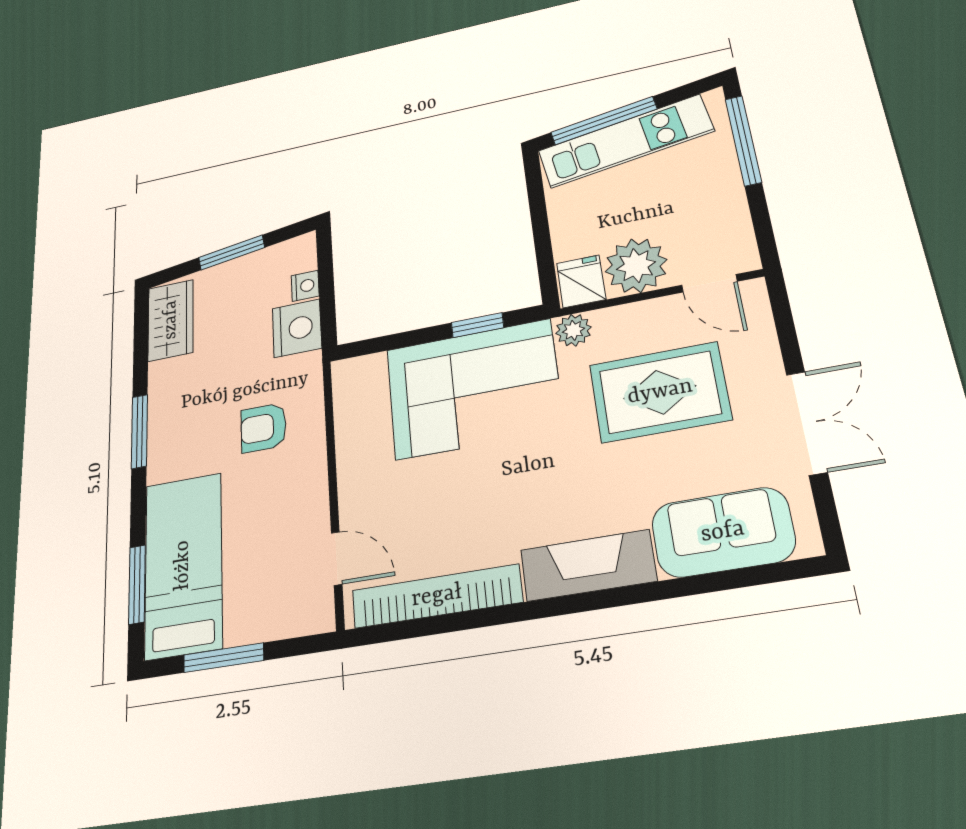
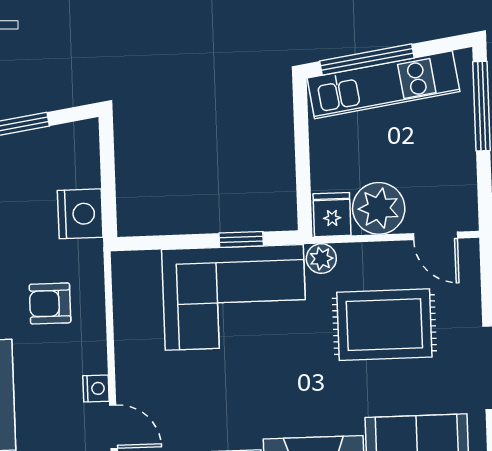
nightstand: (305, 286) -> (96, 388), moved

